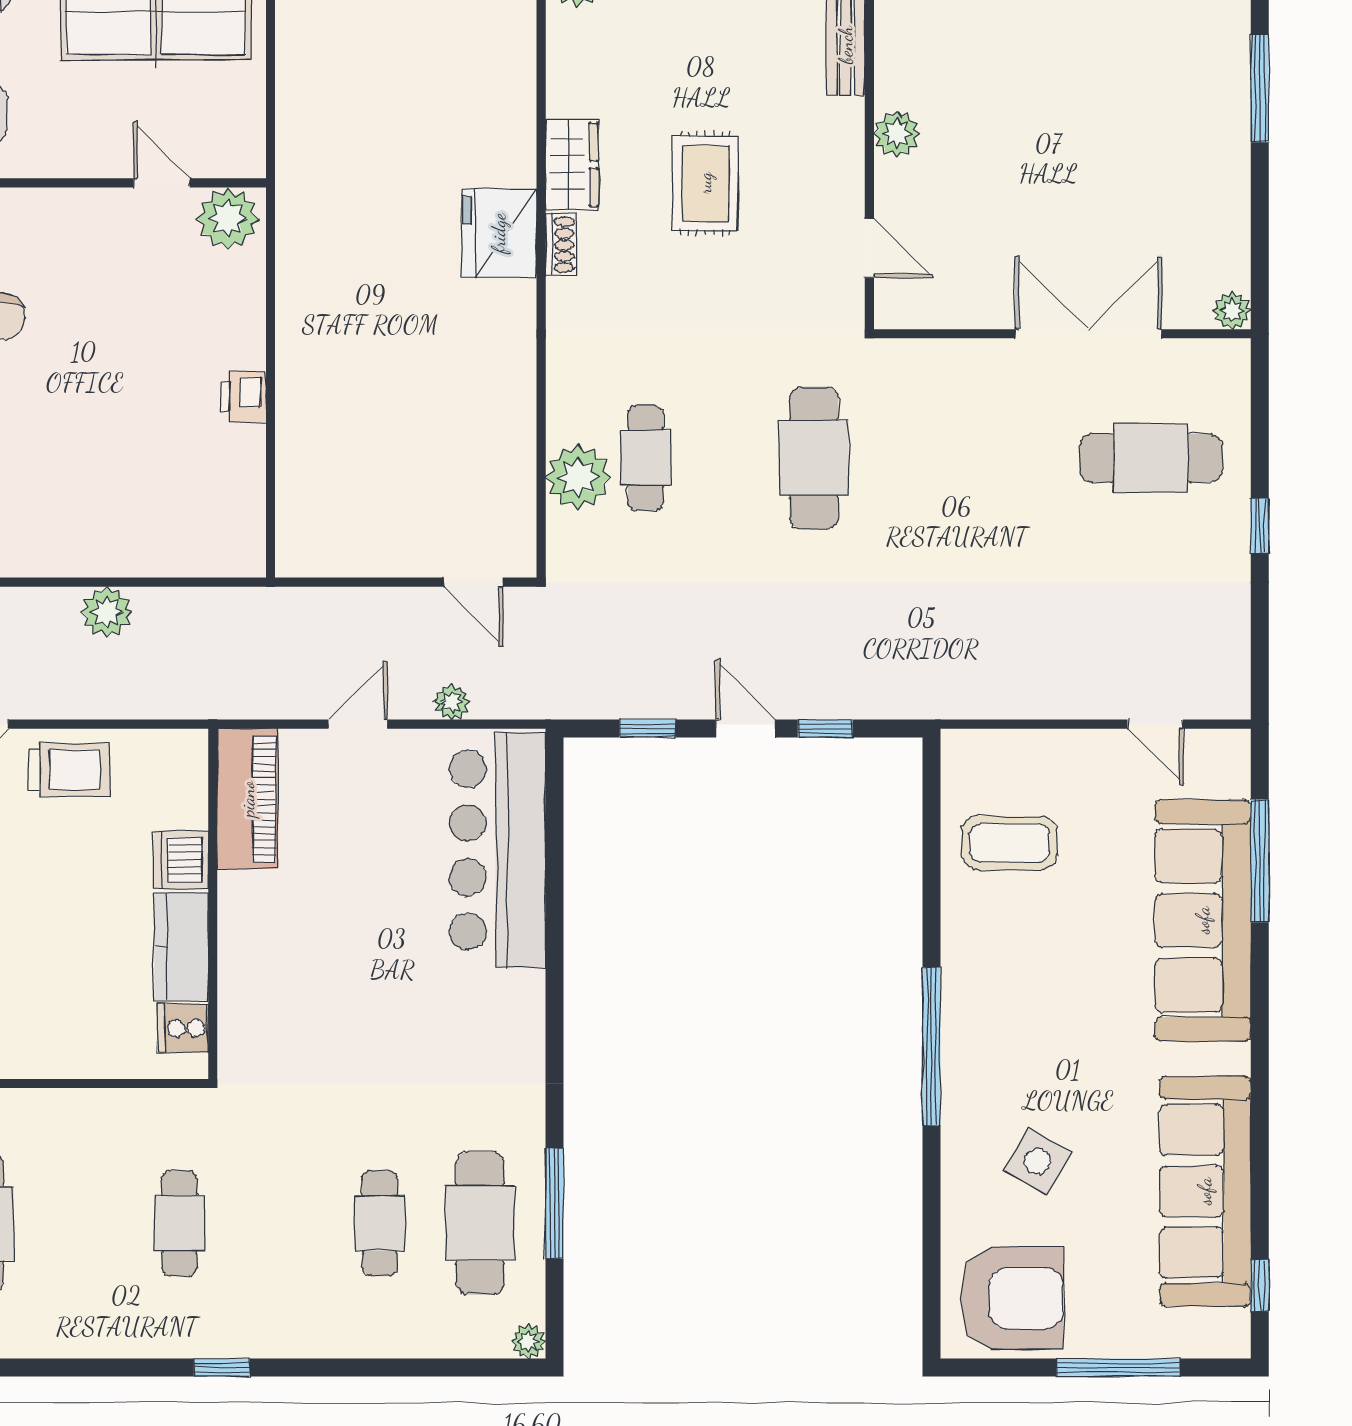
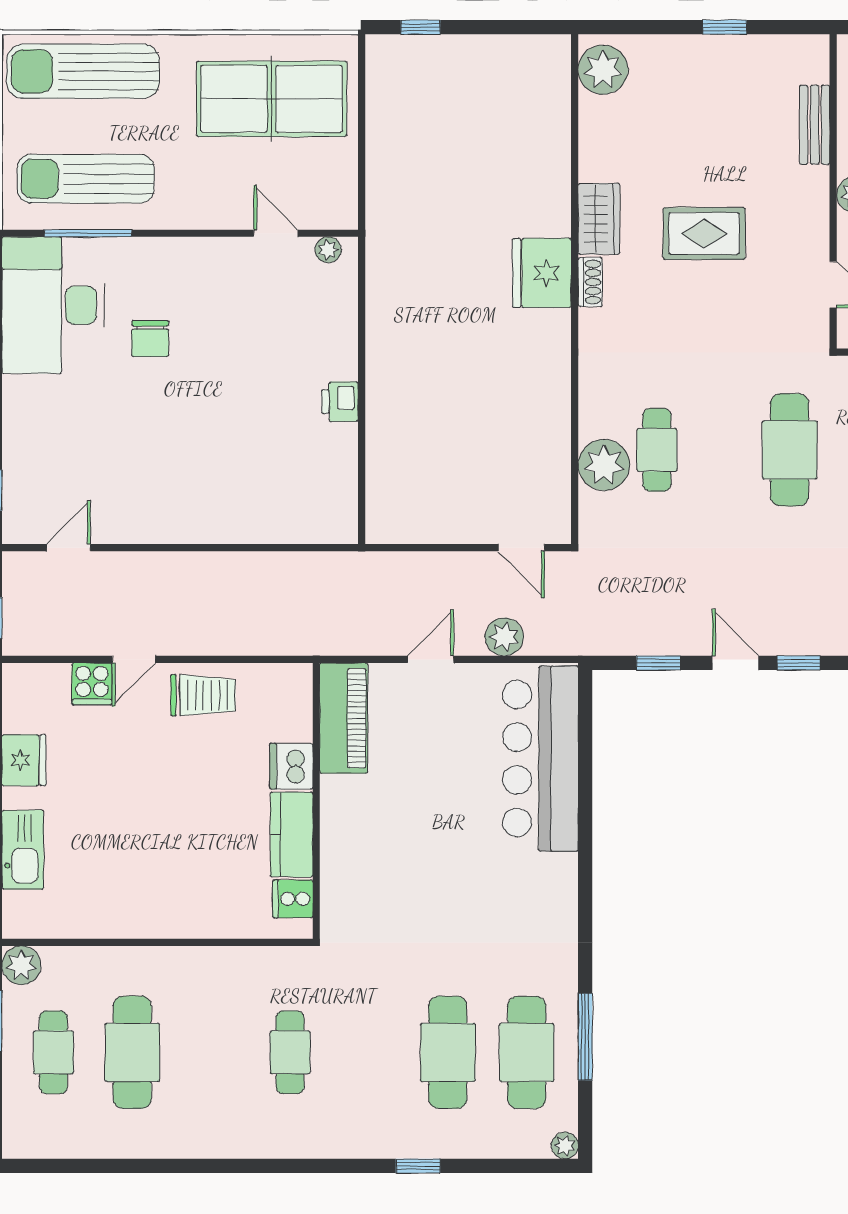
rug: (705, 183) -> (704, 234), turned 90
plant: (228, 218) -> (328, 250), width x0.53, depth x0.53
plant: (107, 612) -> (233, 571), removed
plant: (452, 702) -> (504, 637), width x1.38, depth x1.38
cafe table: (380, 1223) -> (448, 1052), width x1.37, depth x1.35
window: (222, 1367) -> (418, 1166), moved

